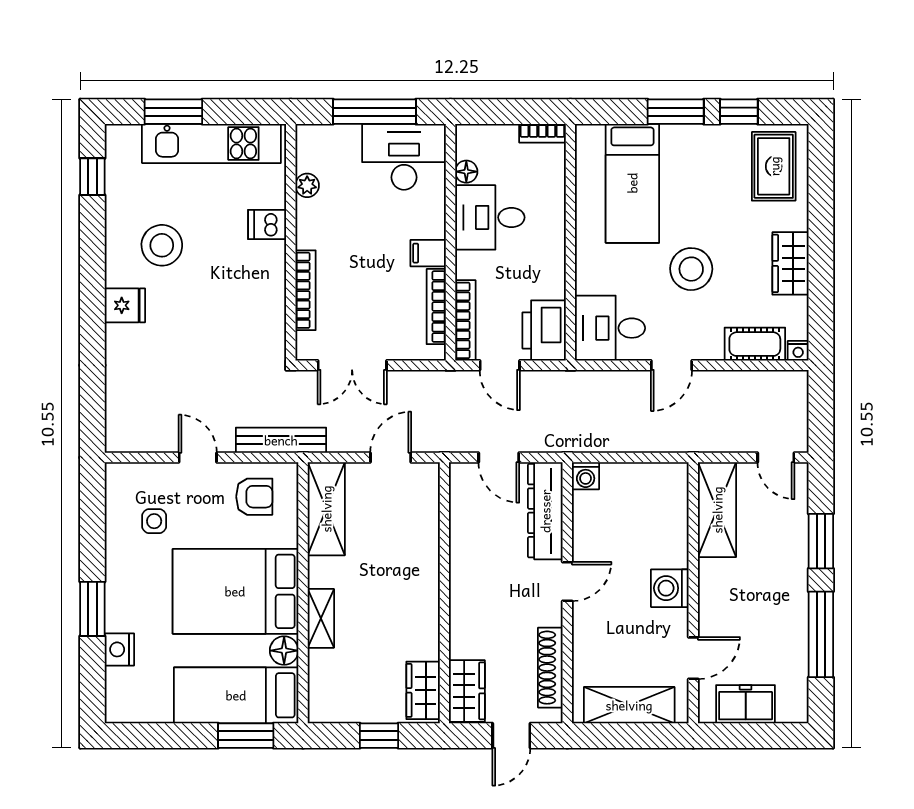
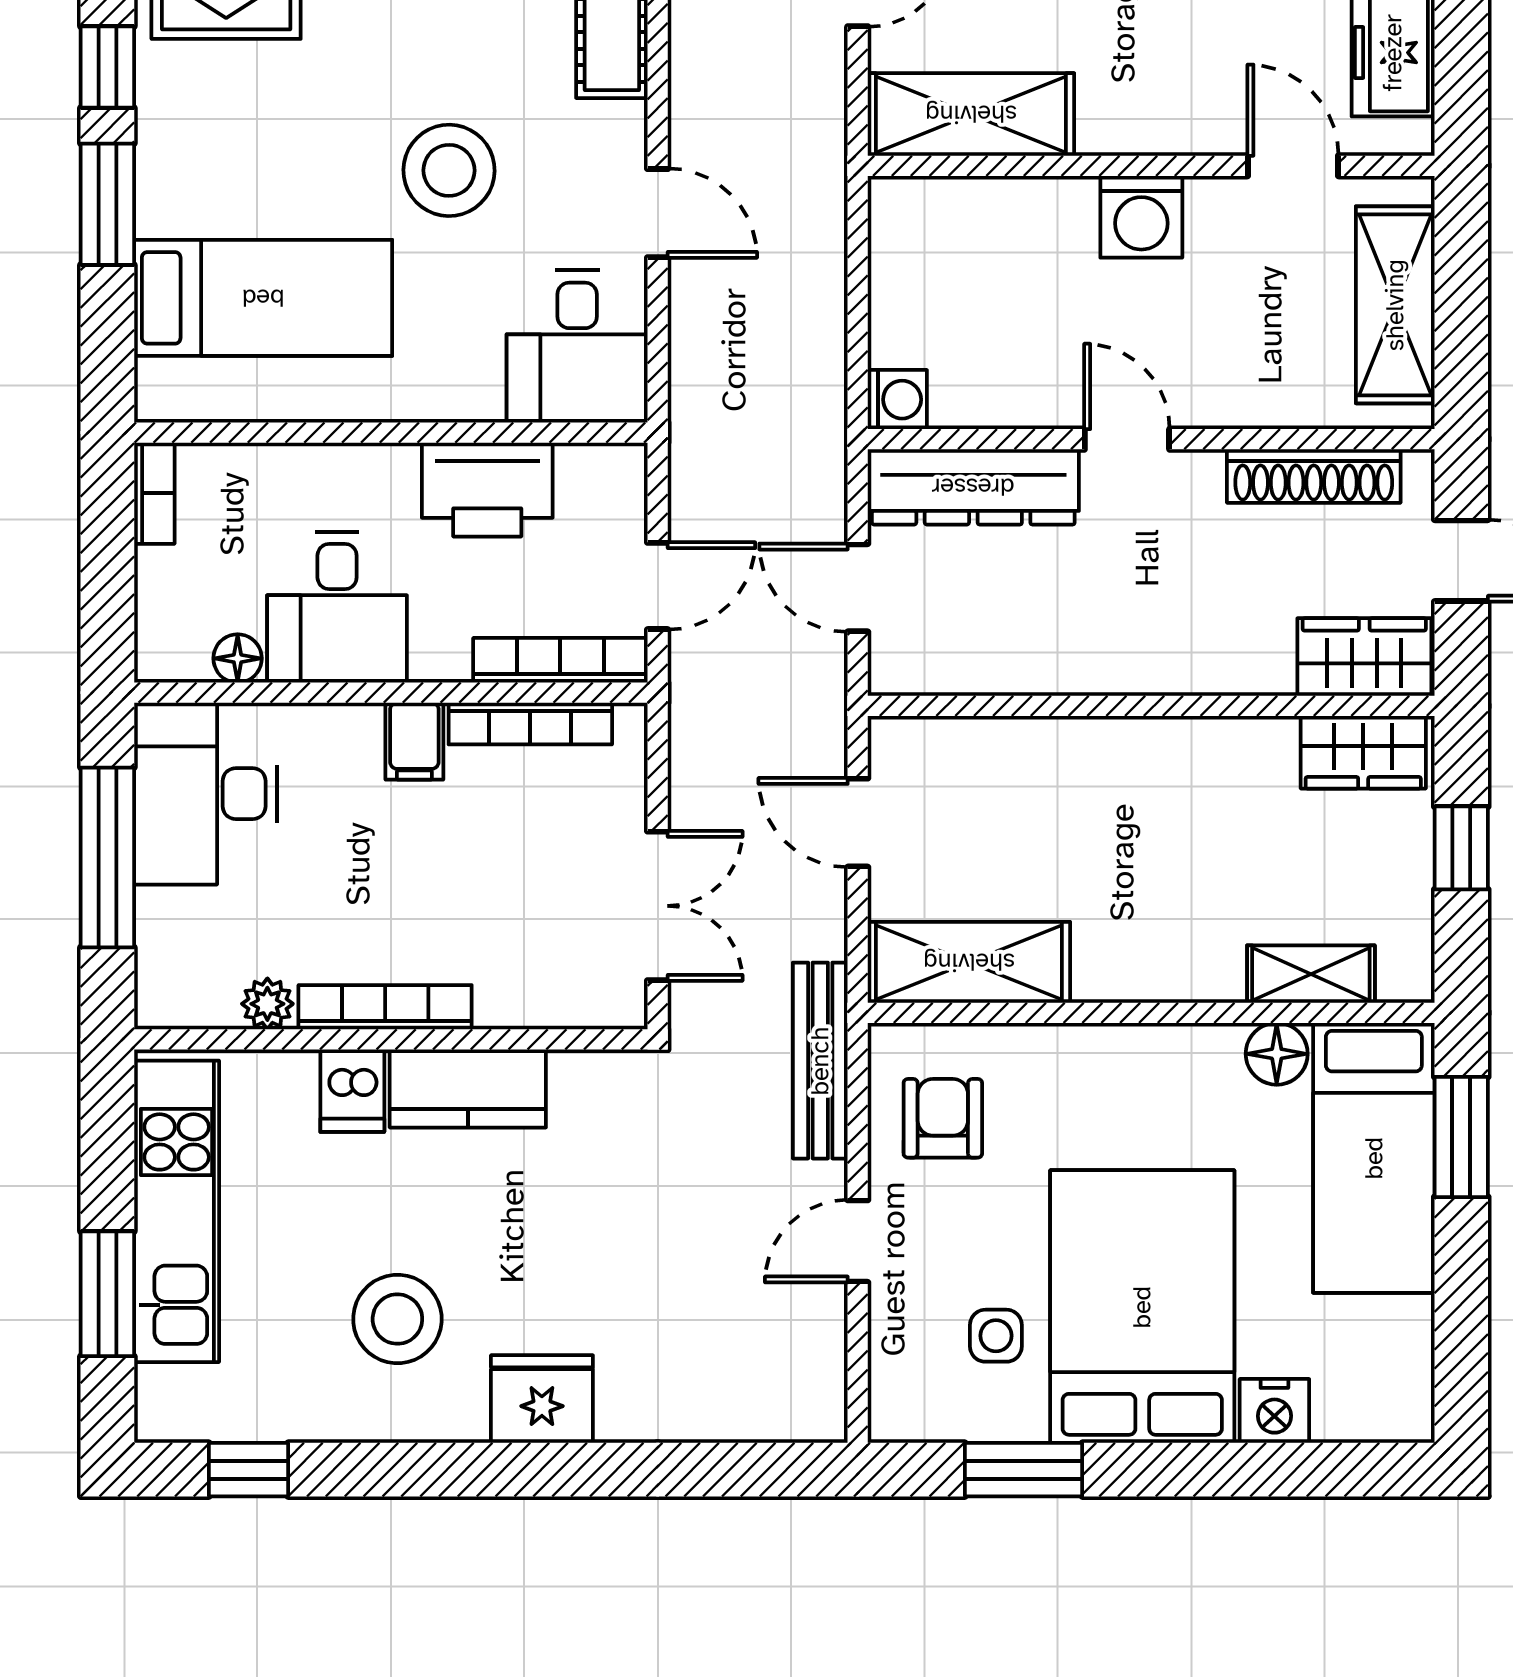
kitchen counter: (268, 278) -> (468, 1089), added
bookcase: (306, 290) -> (385, 1007), moved
fridge: (125, 305) -> (542, 1399), width x1.38
printer: (544, 330) -> (487, 490), moved
door: (499, 457) -> (858, 588), swing flipped
bed: (235, 591) -> (1142, 1307), moved, turned 180
window: (92, 609) -> (1024, 1470), moved
shelving: (321, 618) -> (1311, 974), moved

